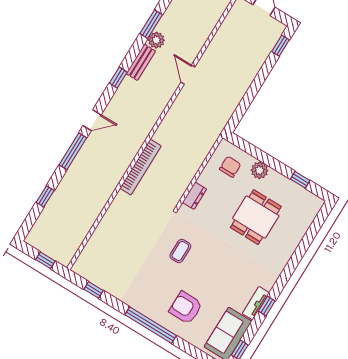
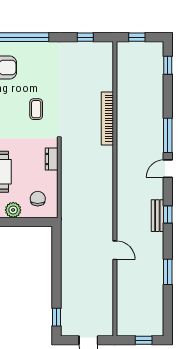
plant: (156, 40) -> (156, 262), removed
bench: (141, 62) -> (157, 216), moved
bookcase: (140, 167) -> (107, 118), moved
chair: (230, 167) -> (38, 199), turned 180
window: (45, 196) -> (168, 65), moved

